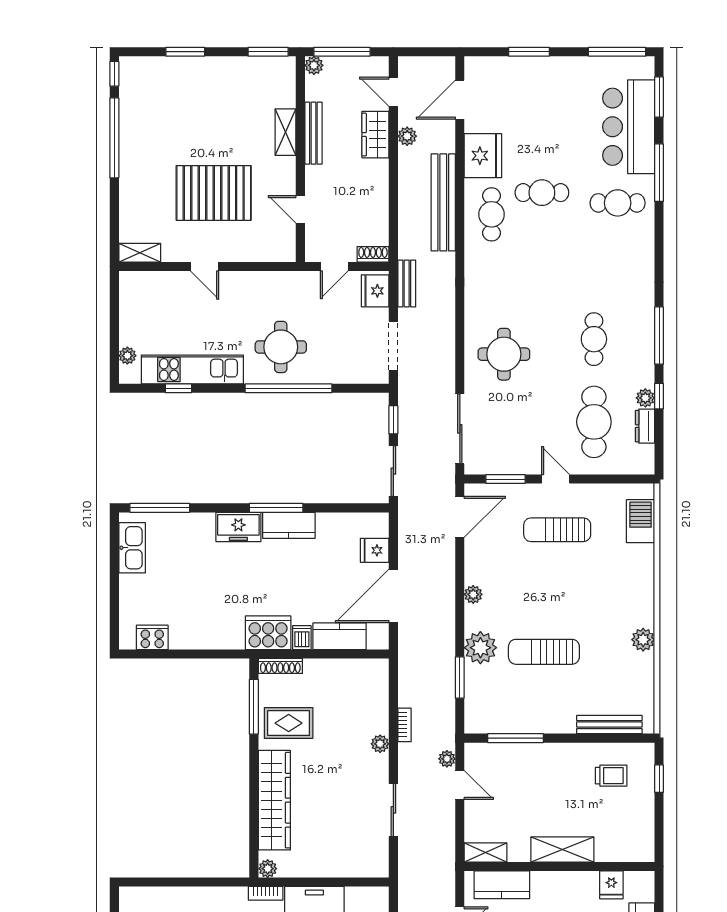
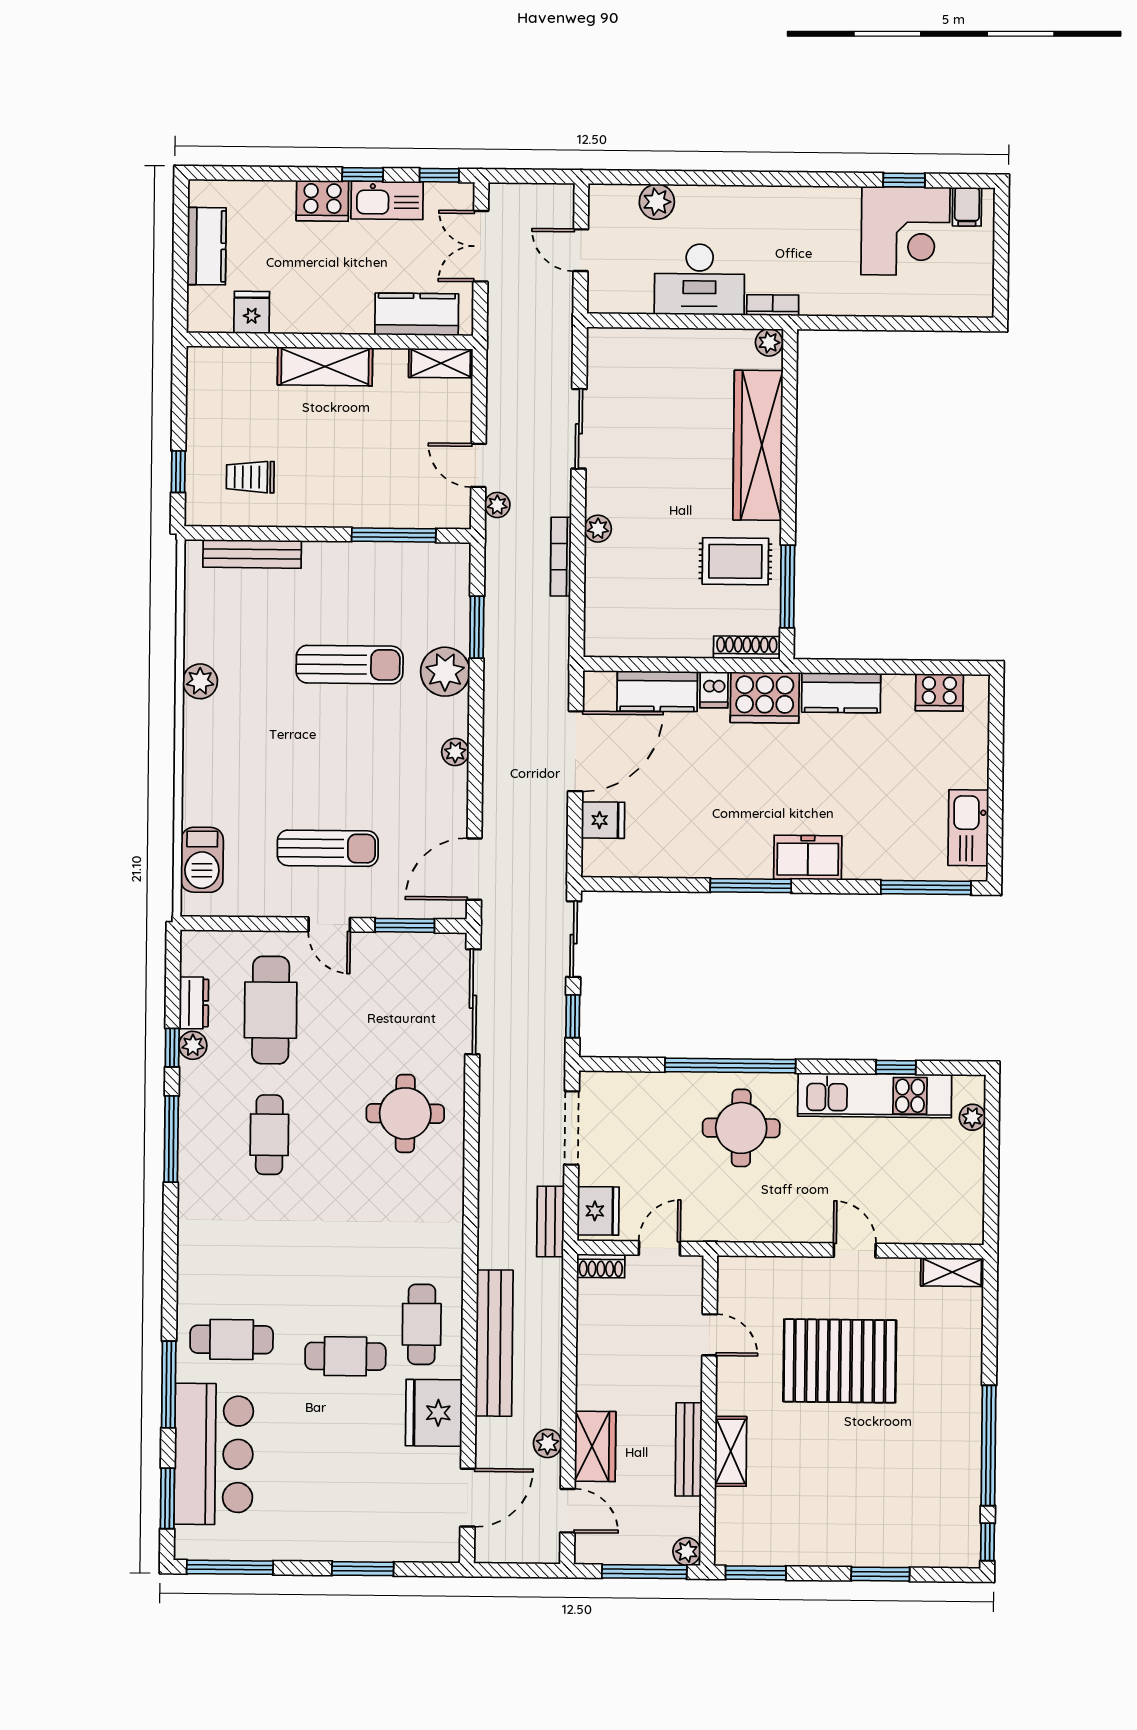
kitchen counter: (289, 525) -> (841, 693), moved, turned 180
bookcase: (404, 725) -> (561, 557), width x1.56

